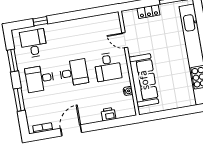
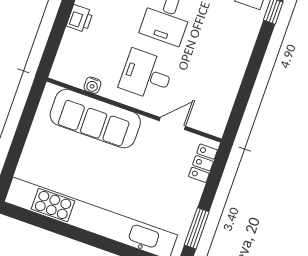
locker: (148, 12) -> (203, 163), moved
printer: (108, 114) -> (80, 19), moved

